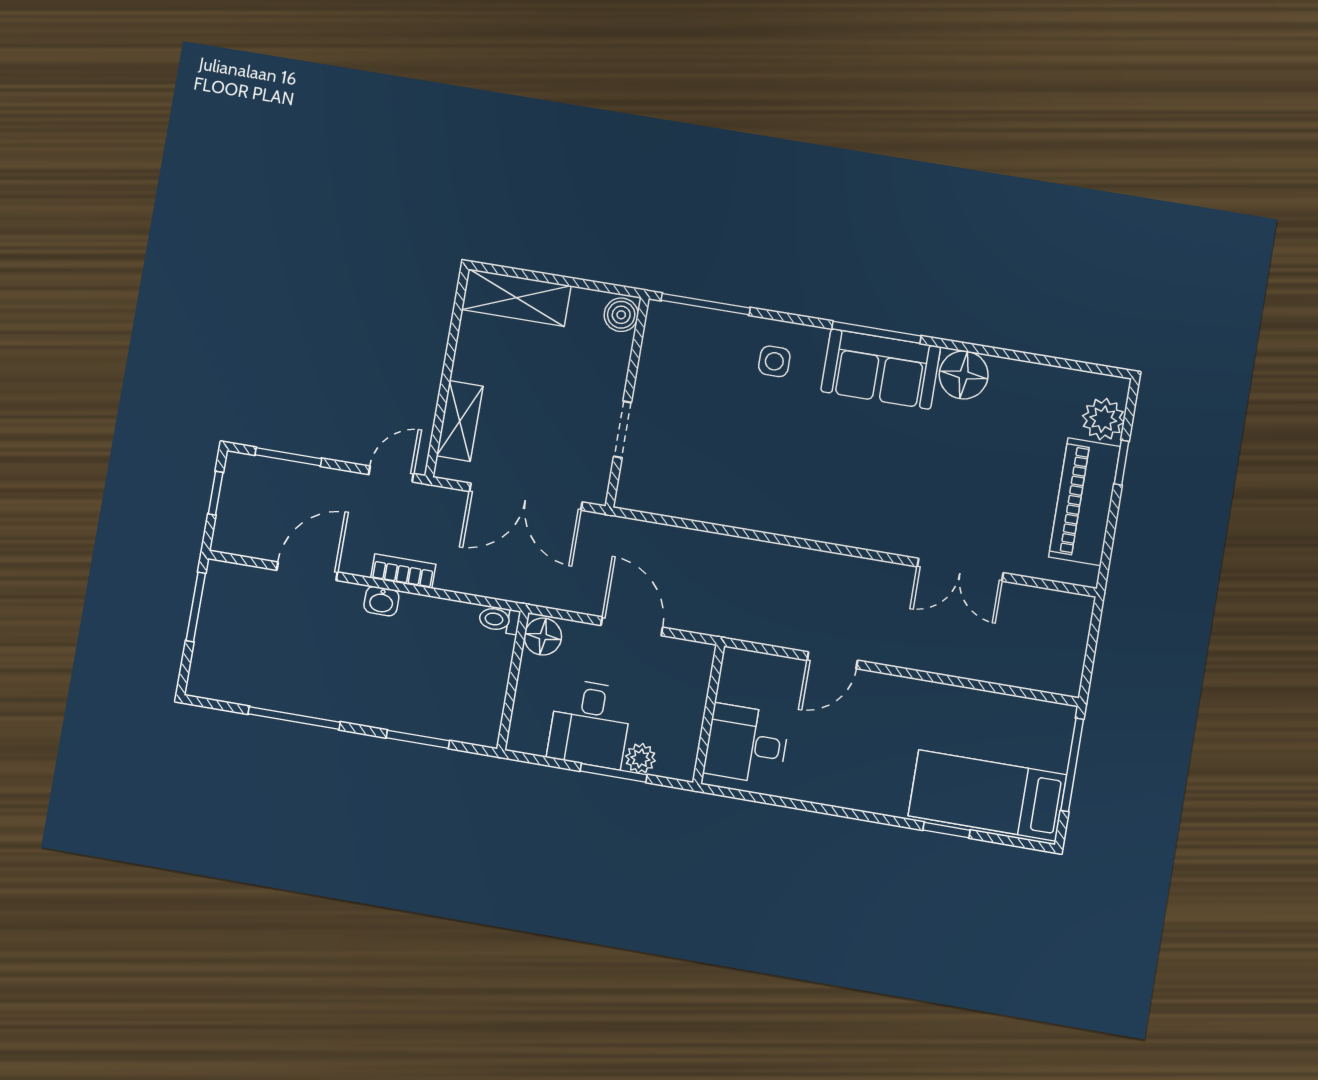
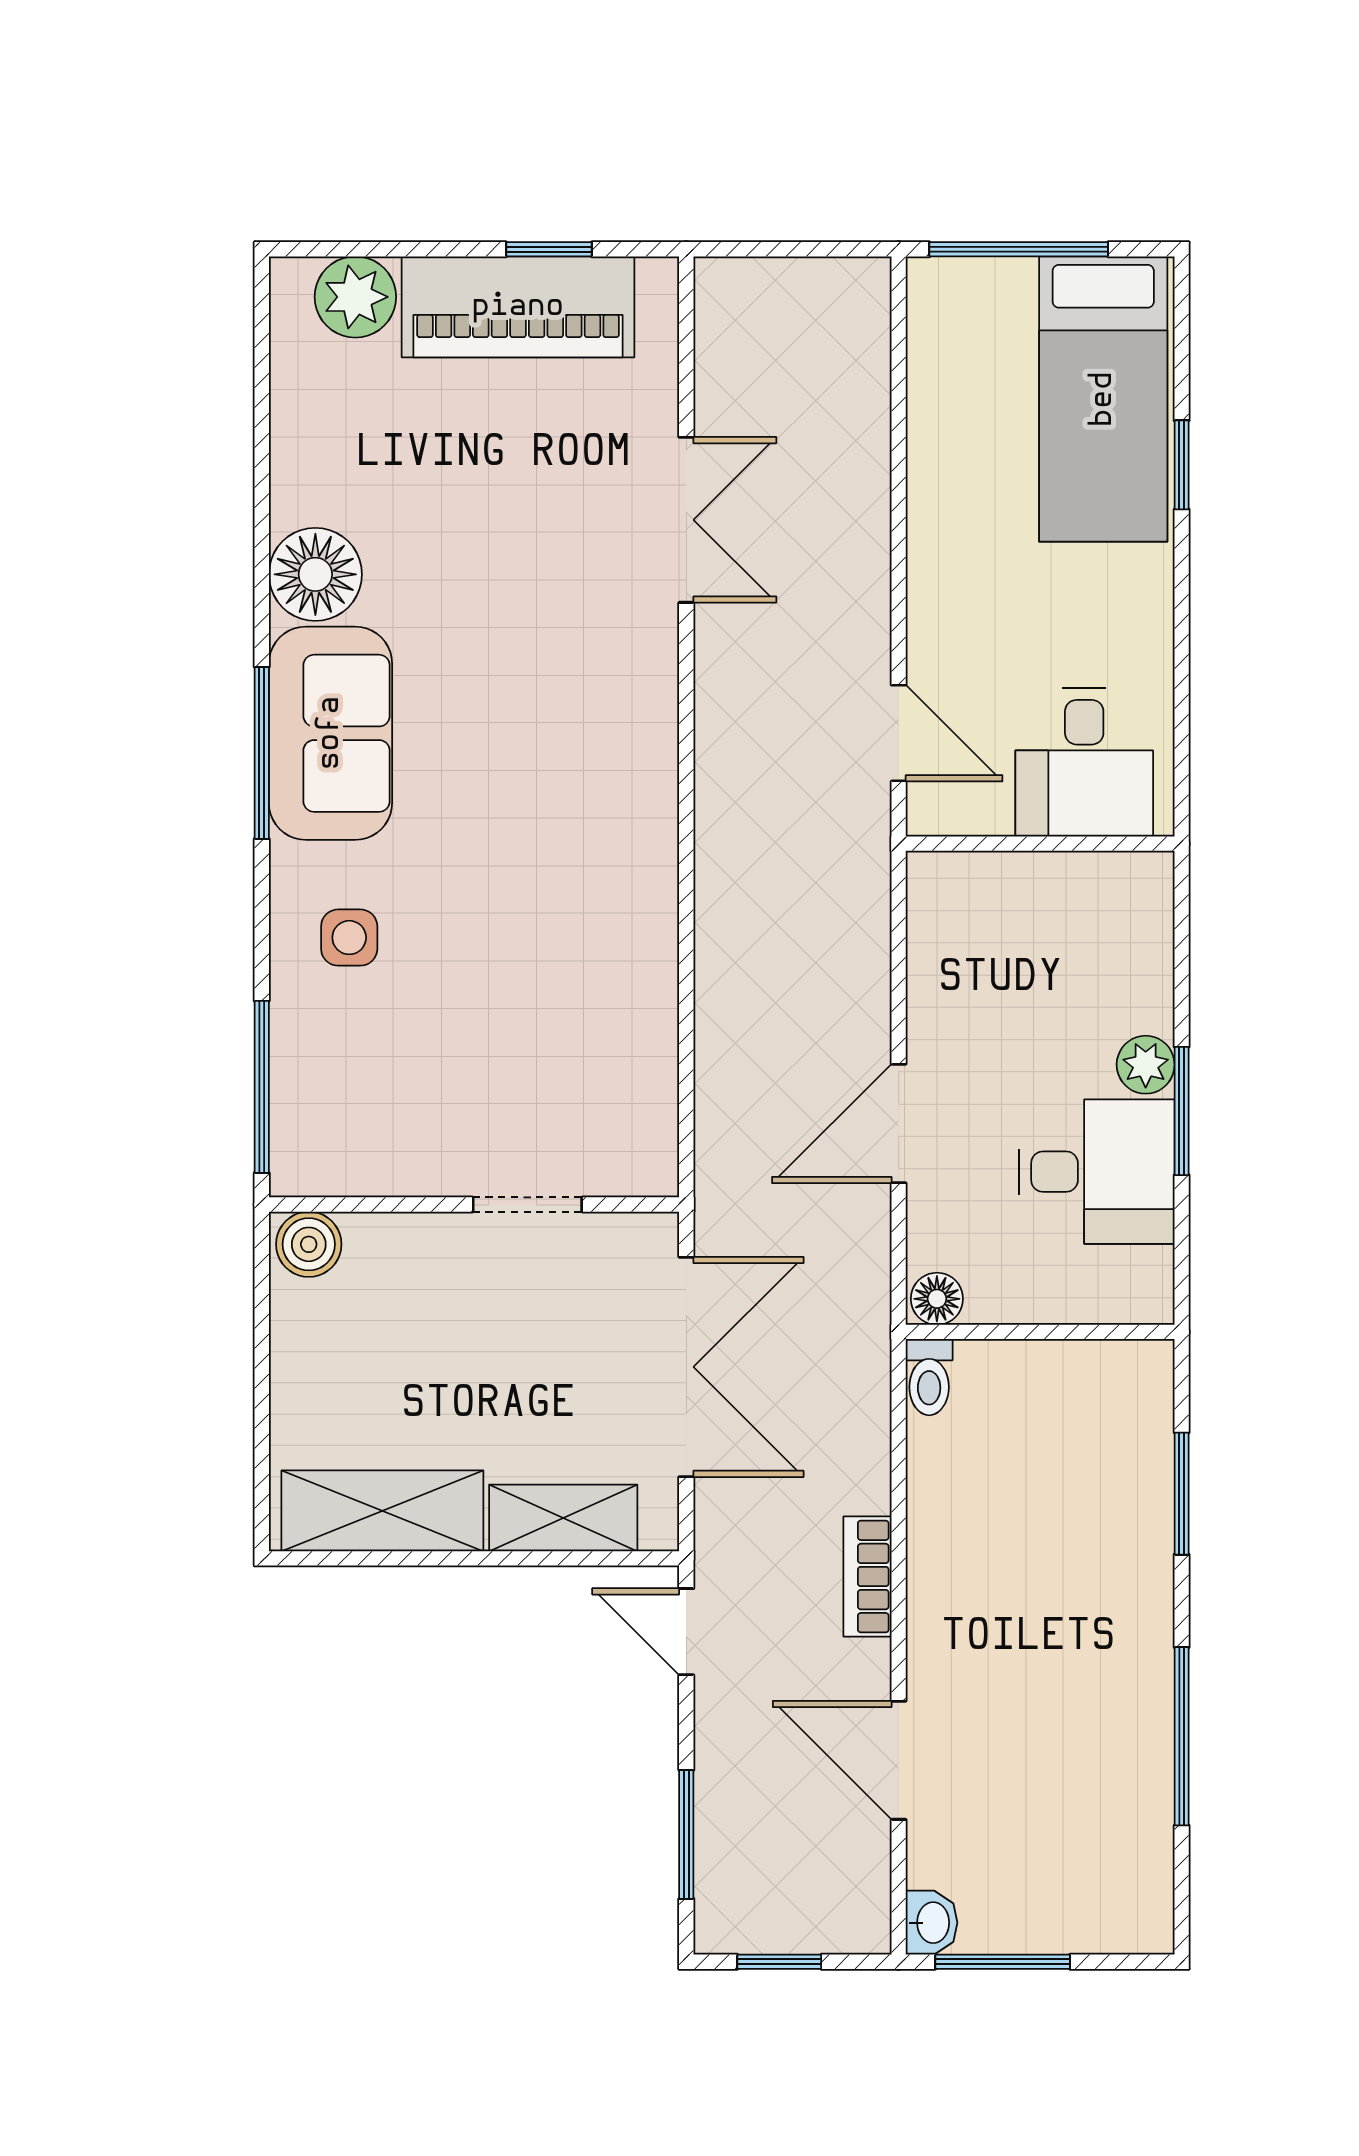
shelving: (516, 298) -> (382, 1511), moved, turned 90
window: (1121, 463) -> (549, 249), moved
washbasin: (381, 601) -> (932, 1923), moved
floor lamp: (543, 637) -> (937, 1299), width x0.73, depth x0.73
wall: (709, 714) -> (1040, 844), moved
desk: (747, 744) -> (1084, 762), moved

